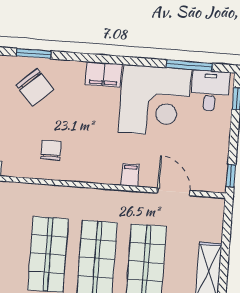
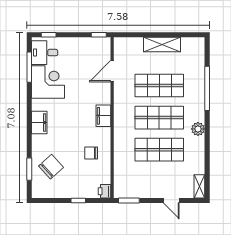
corner desk: (155, 101) -> (48, 82), width x0.74, depth x0.74
filing cabinet: (130, 175) -> (103, 116), moved, width x2.00

